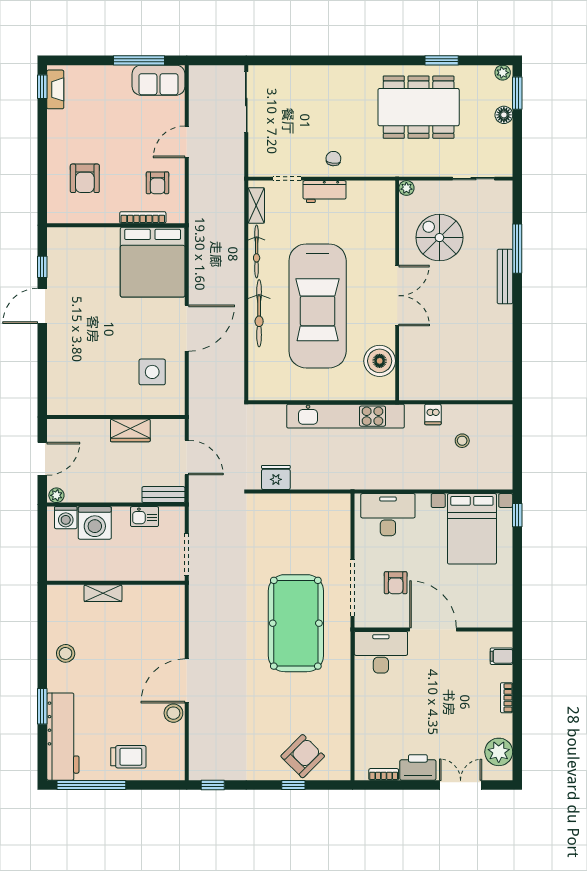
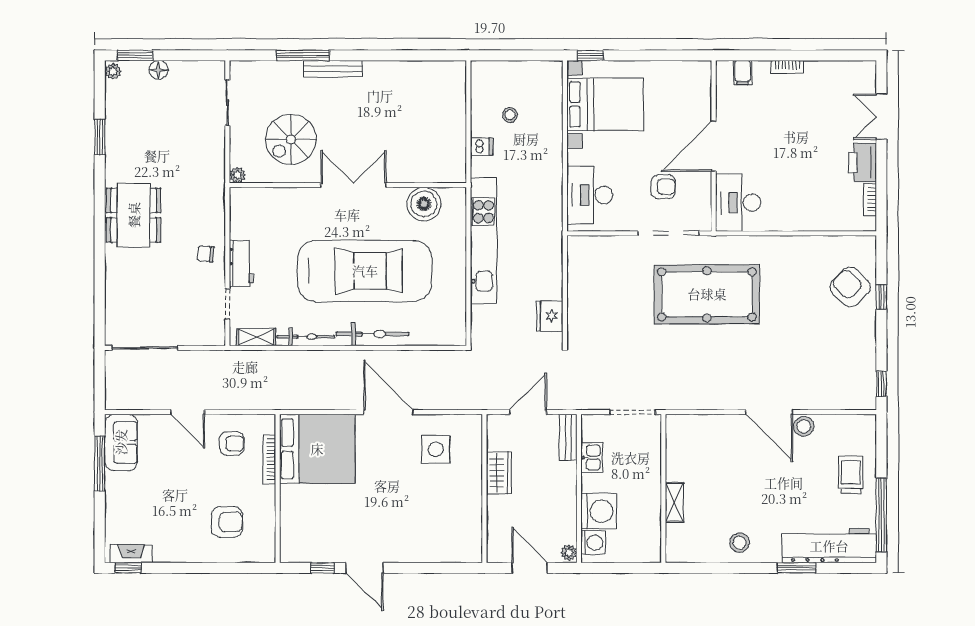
dining table: (419, 107) -> (134, 215), moved, width x0.73, depth x0.80
plant: (499, 752) -> (846, 75), removed

